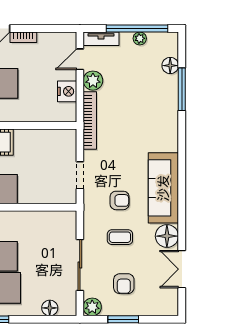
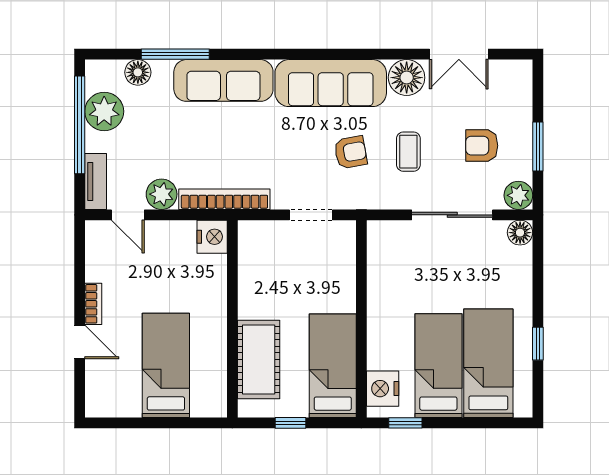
plant: (140, 38) -> (104, 111), width x1.88, depth x1.88
nightstand: (67, 91) -> (212, 237), moved, turned 90
sofa: (165, 120) -> (223, 80), added
armchair: (120, 200) -> (351, 152), turned 80
armchair: (124, 284) -> (482, 146), turned 180
floor lamp: (50, 308) -> (520, 233), moved

